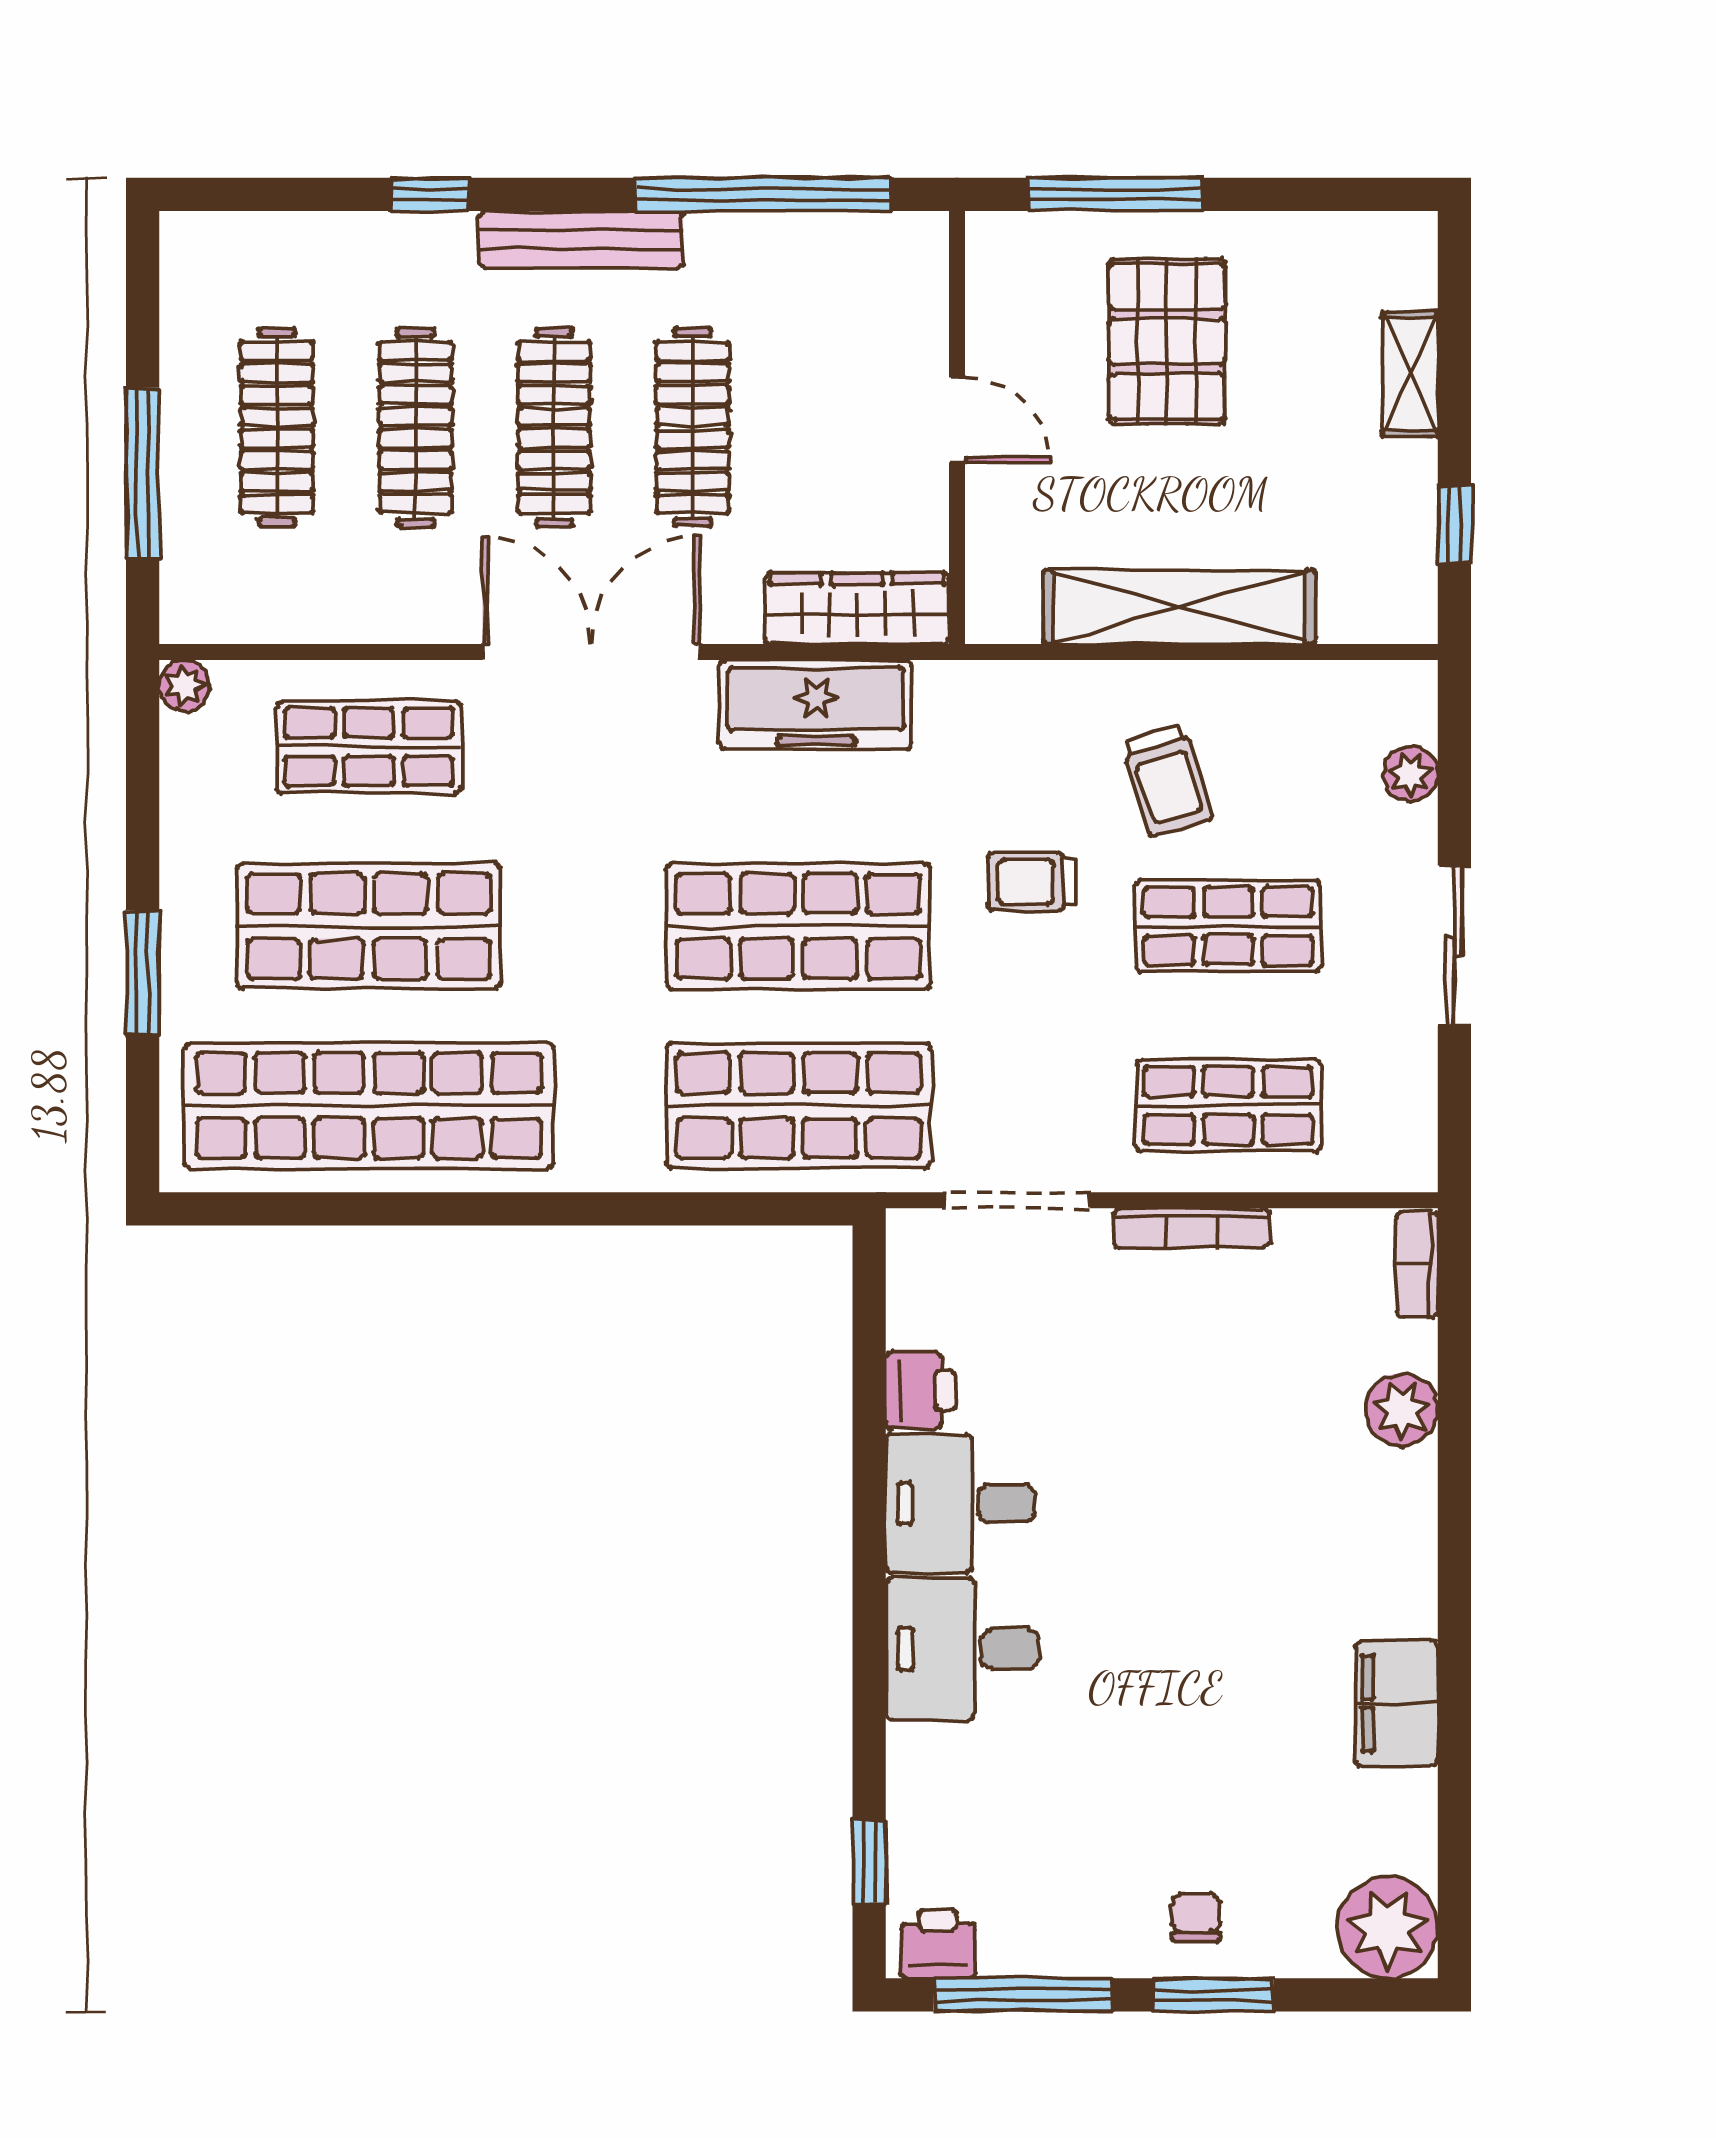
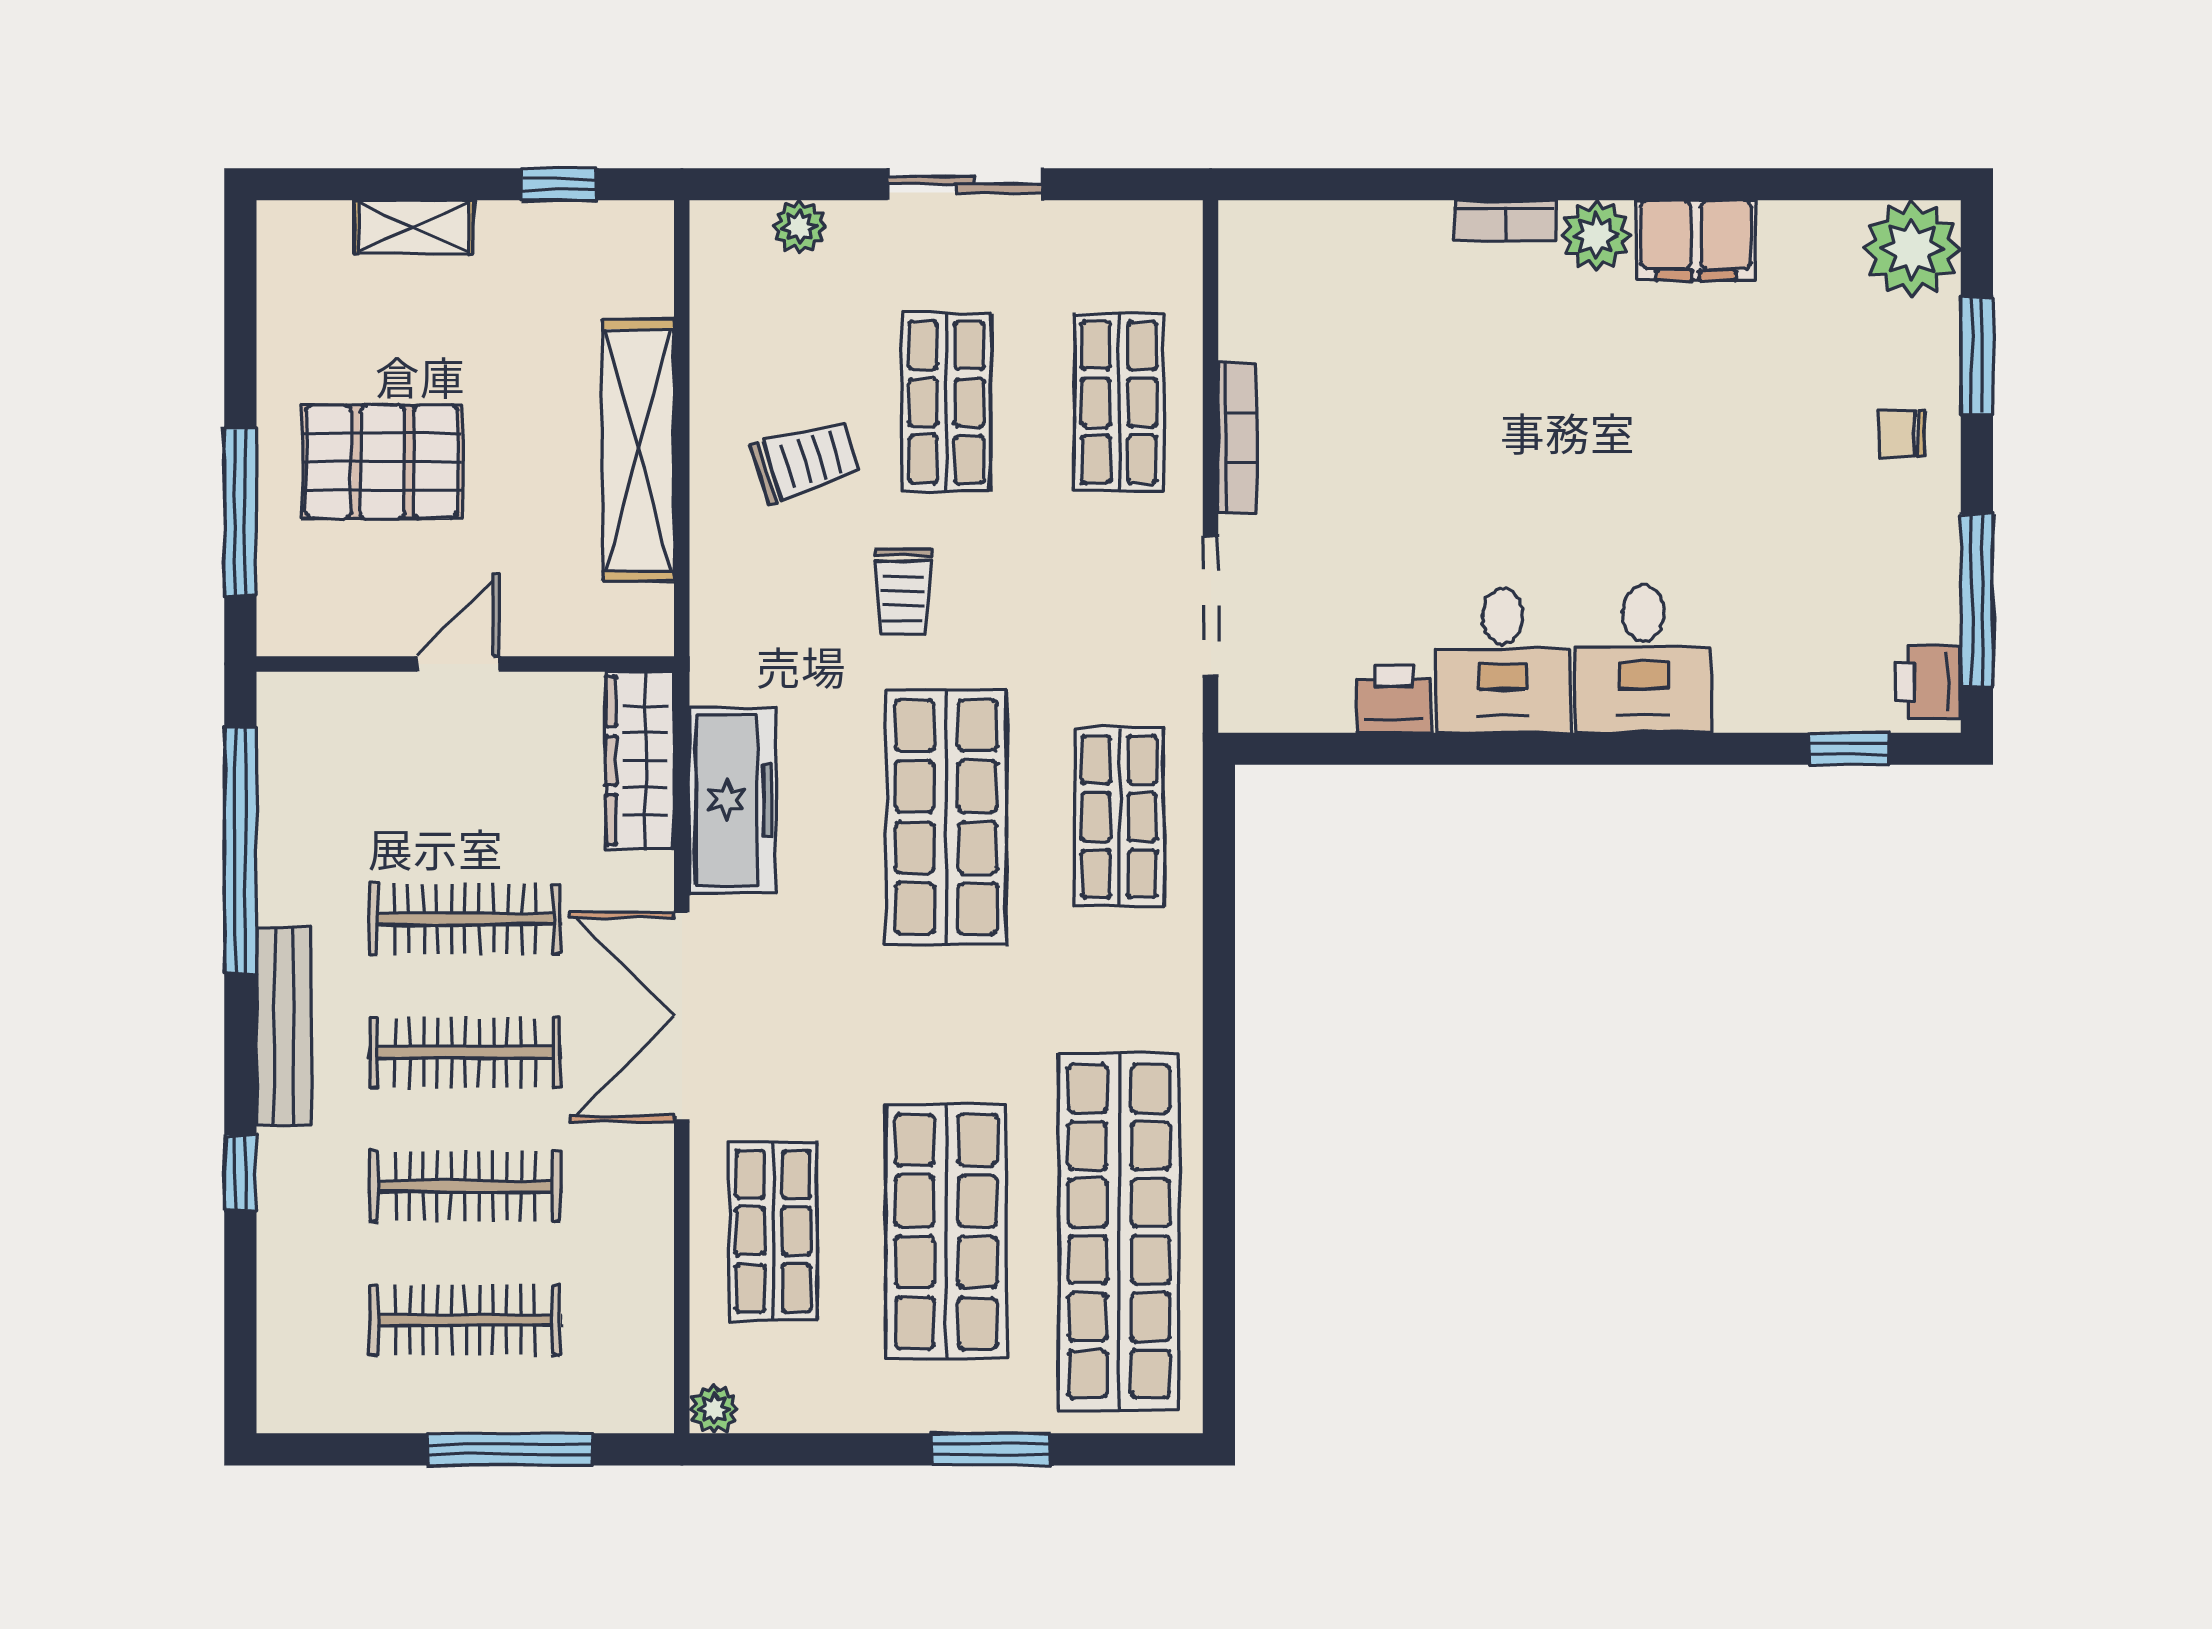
shop shelf: (799, 1105) -> (1119, 817), width x0.70, depth x0.74
bookcase: (1417, 1264) -> (1505, 220), moved
plant: (1402, 1410) -> (1596, 235), moved
window: (1213, 1995) -> (1977, 355), moved

